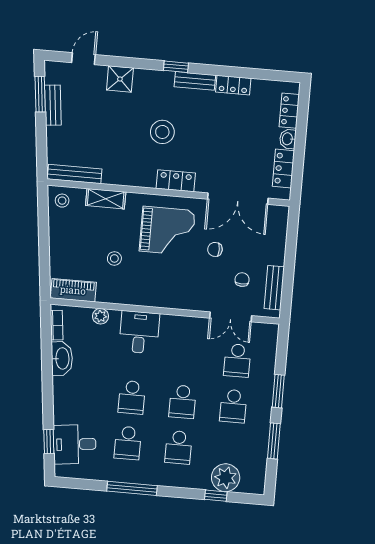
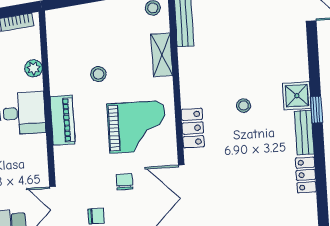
shower: (120, 79) -> (297, 96), moved
stool: (162, 132) -> (244, 106), width x0.53, depth x0.53
grand piano: (167, 231) -> (137, 127), turned -90
piano: (73, 290) -> (63, 120), moved

